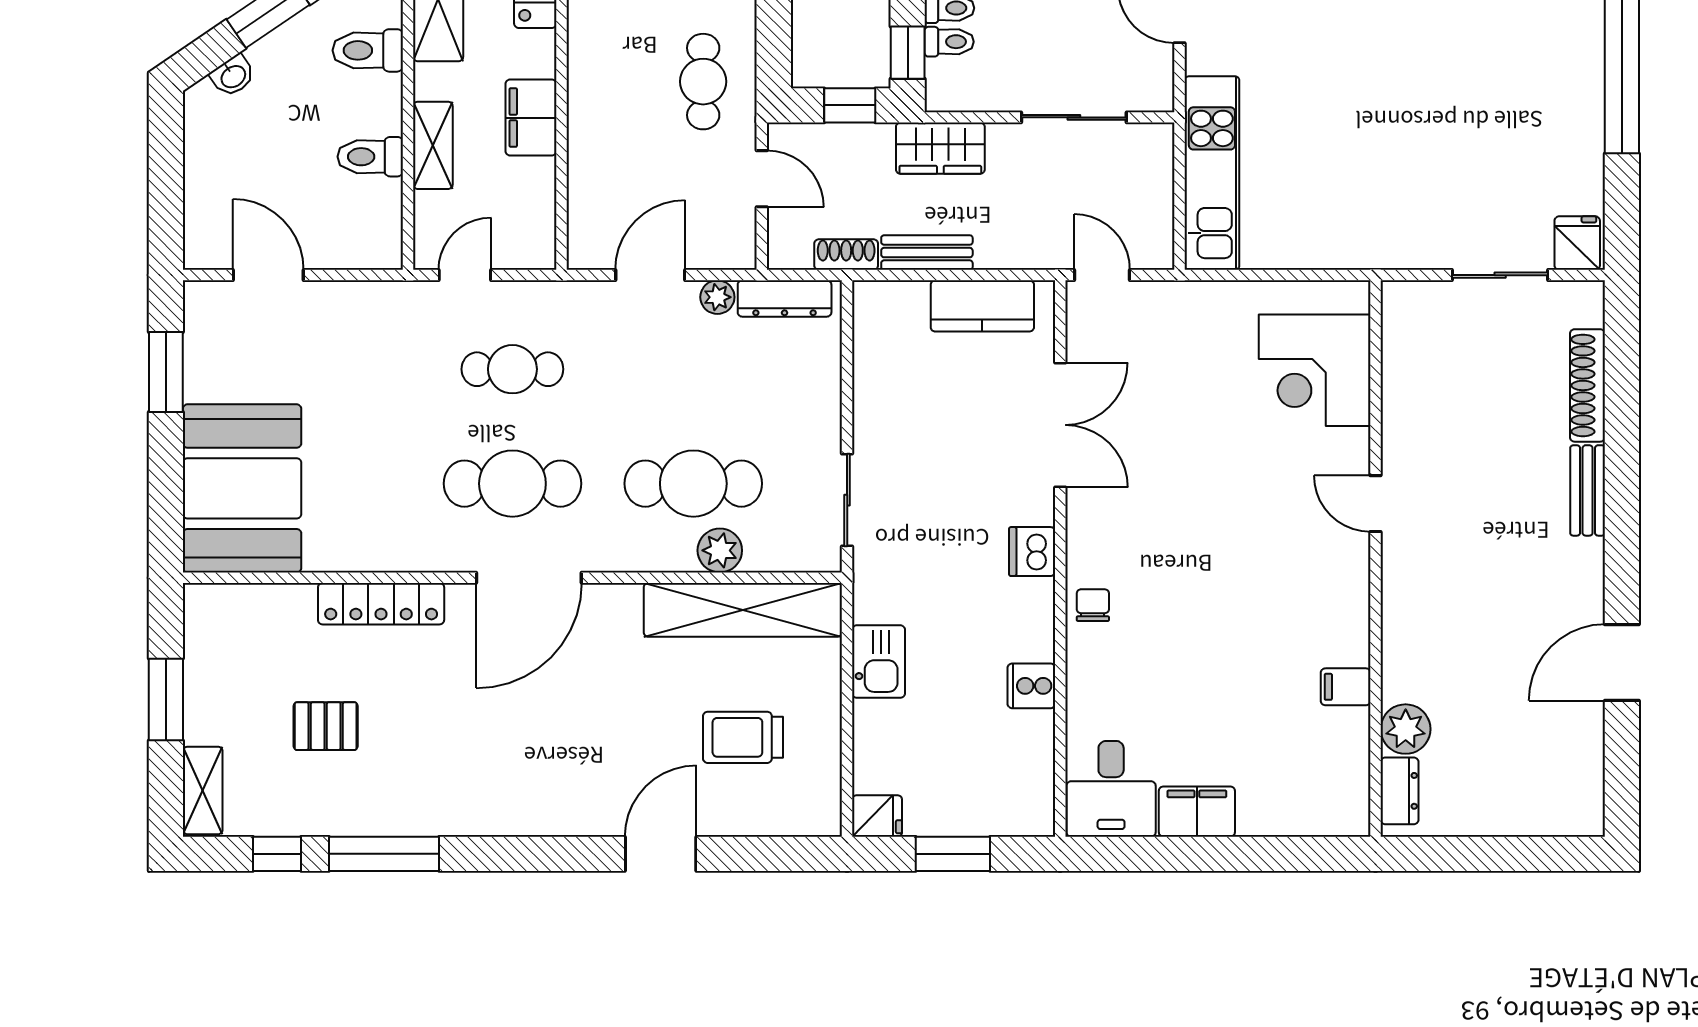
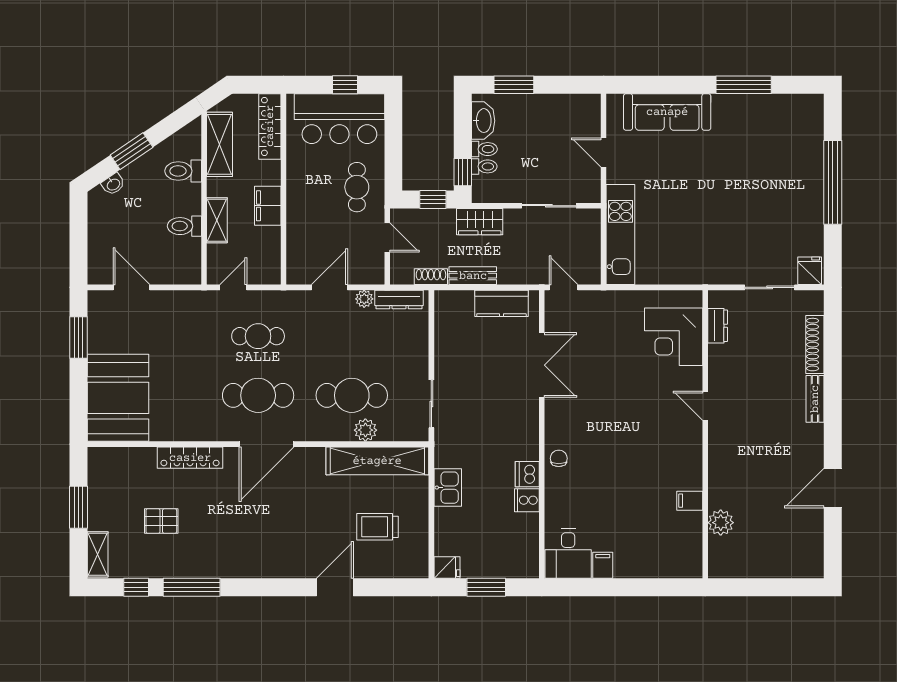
dishwasher: (1032, 552) -> (527, 474), moved
dresser: (1399, 791) -> (718, 326), moved
filing cabinet: (1197, 812) -> (603, 565), width x0.50

